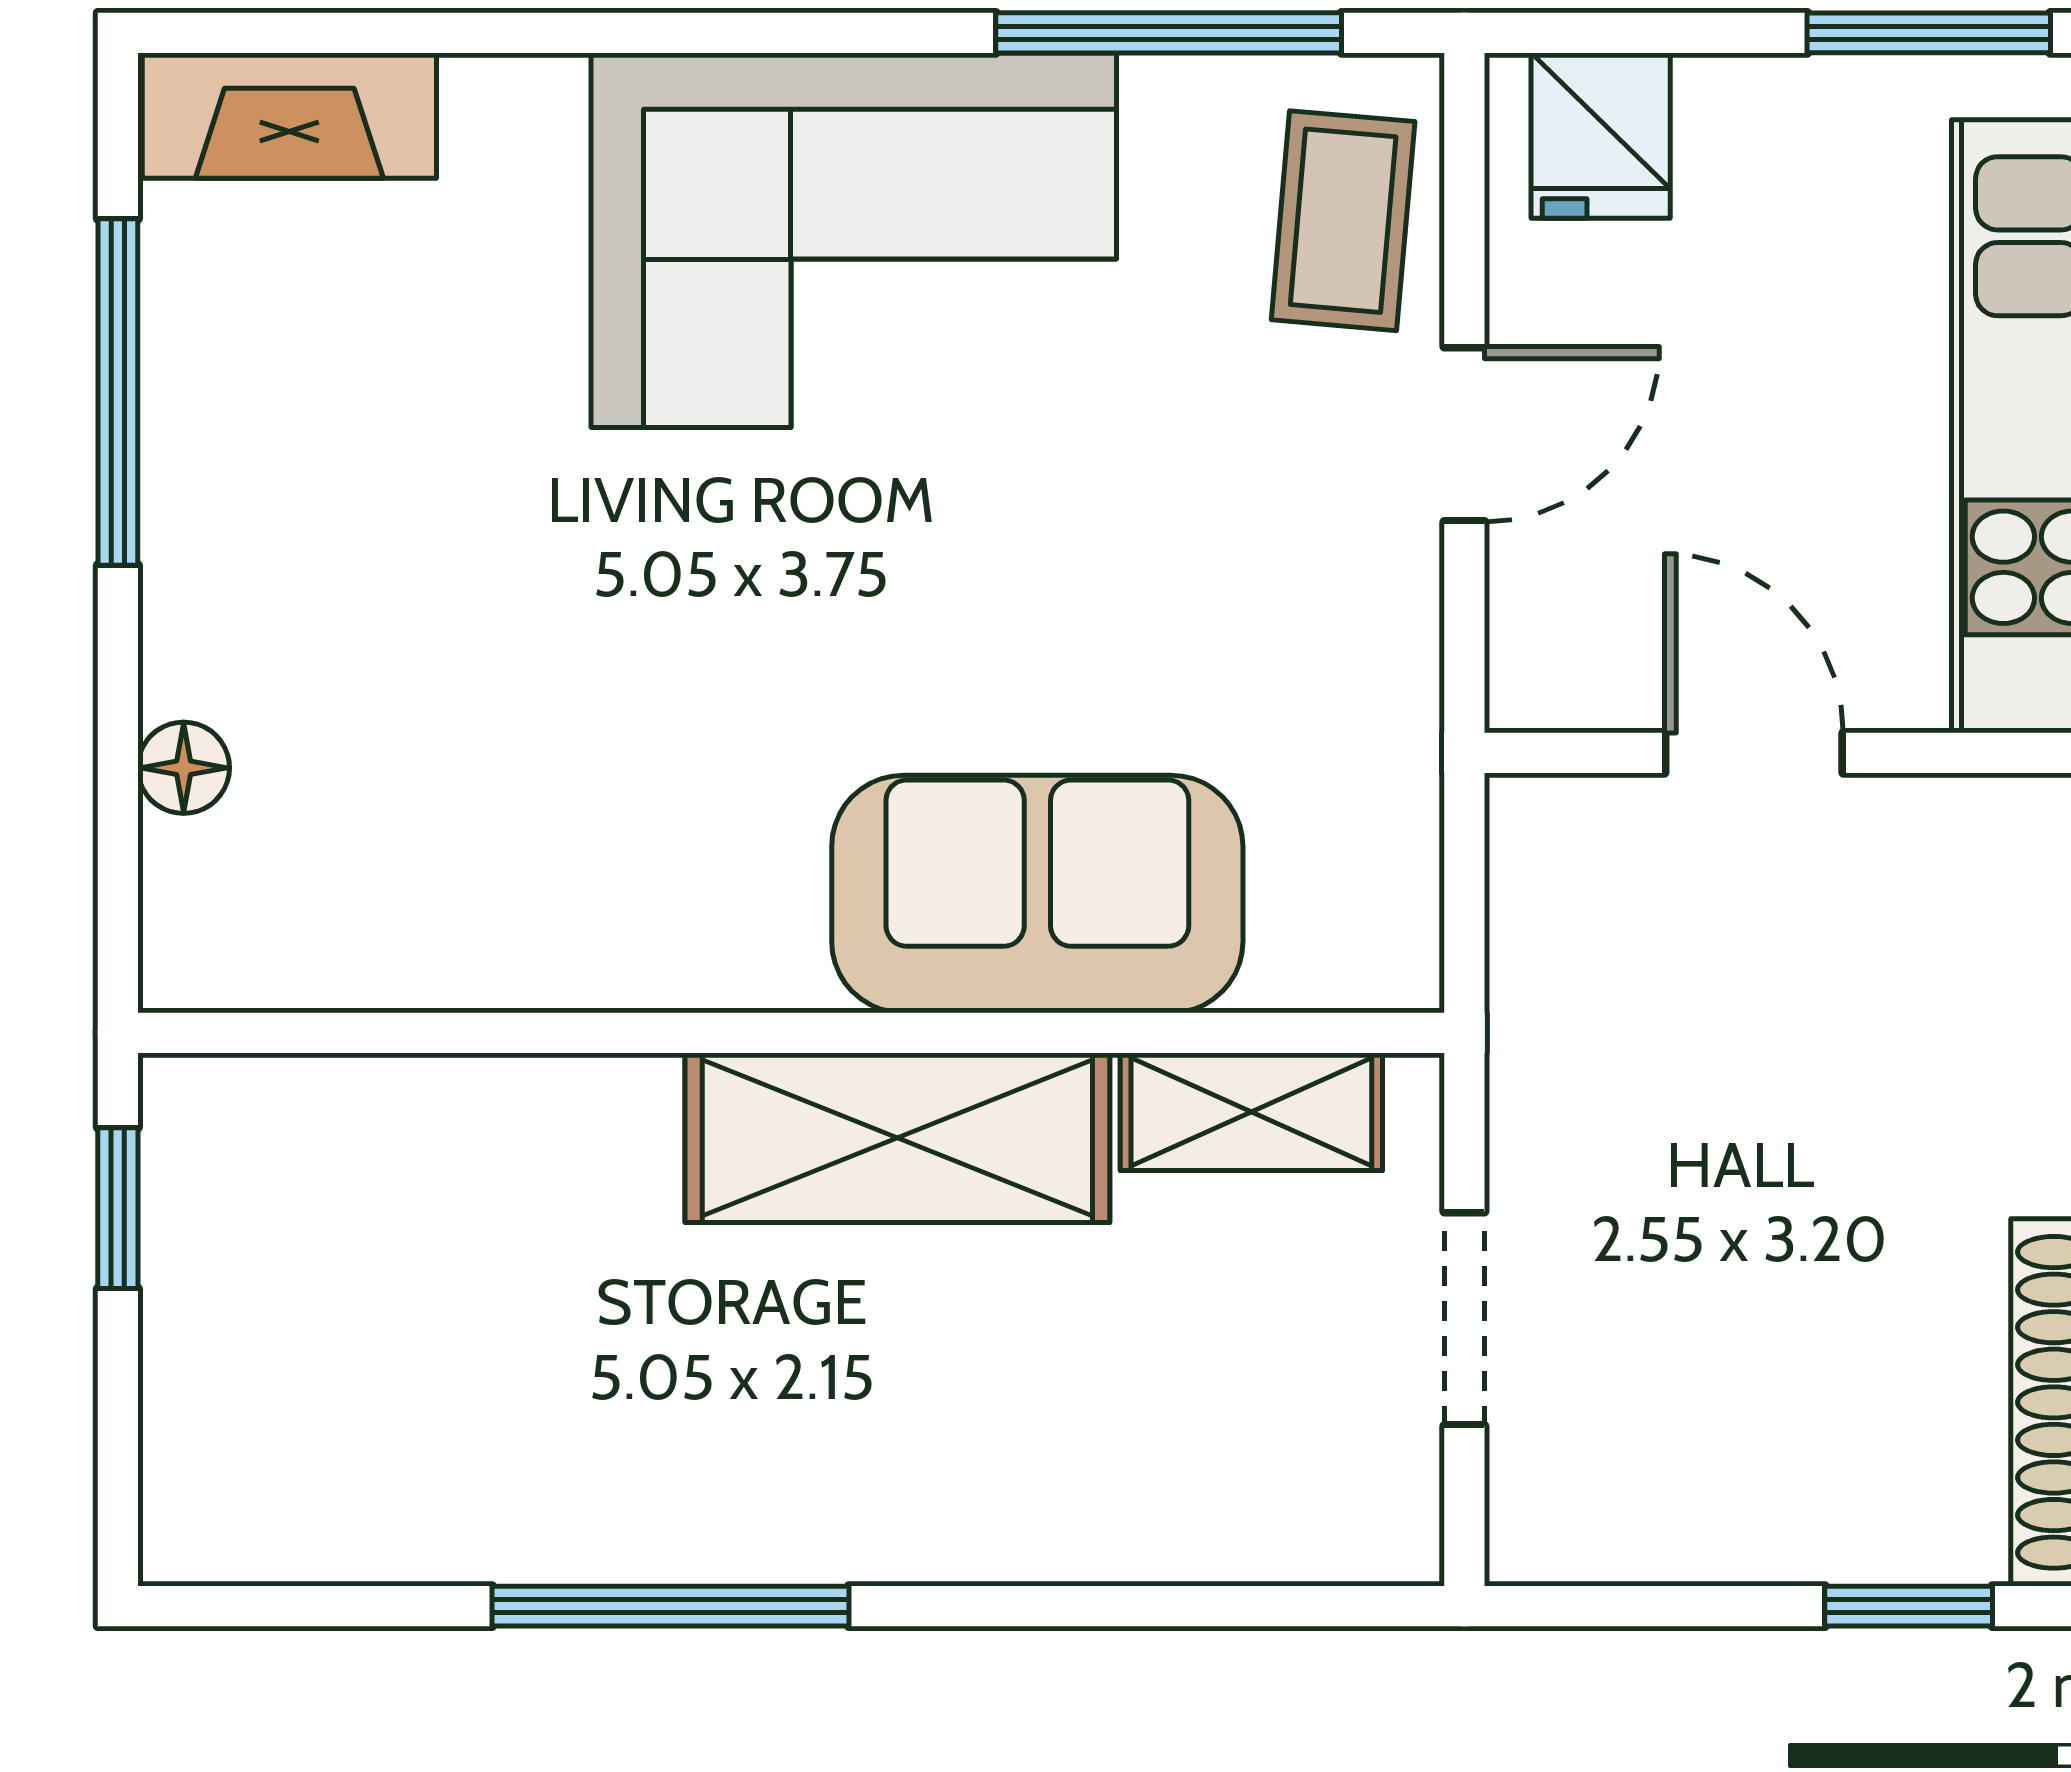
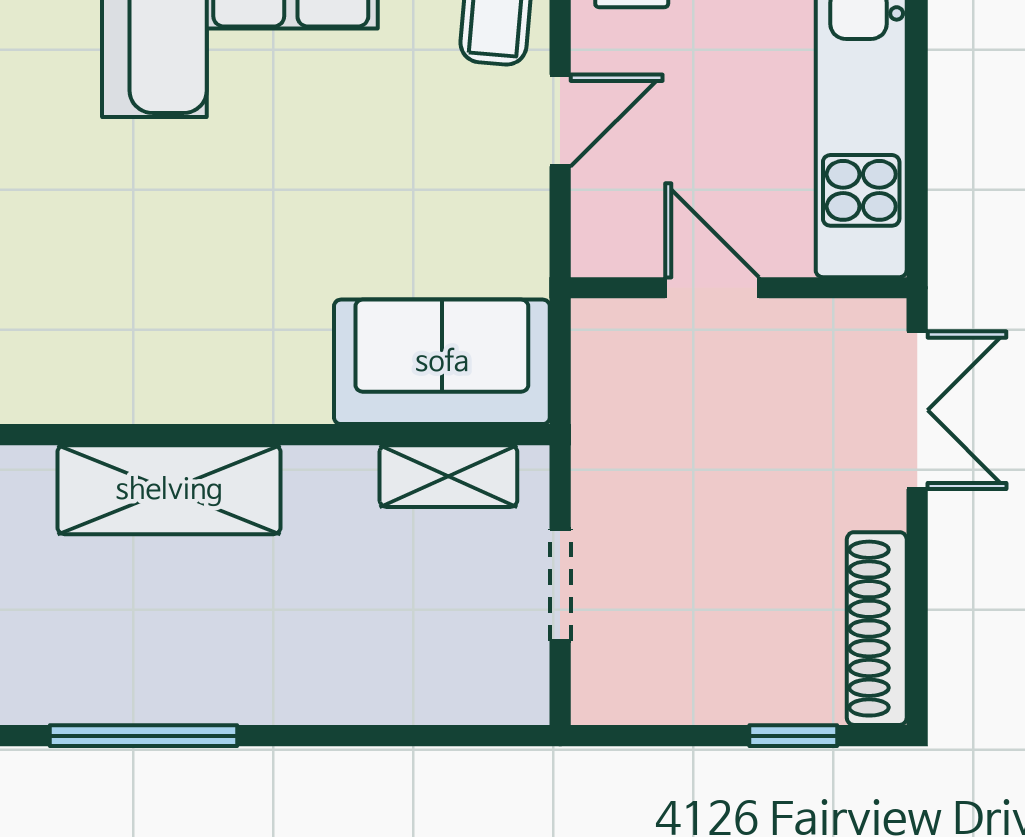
sofa: (1037, 894) -> (442, 362), moved
shelving: (897, 1138) -> (169, 490), moved

